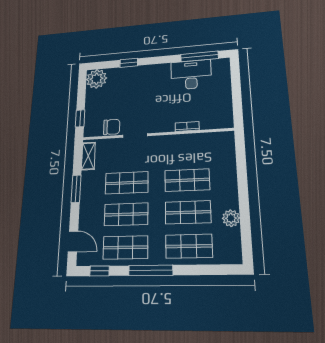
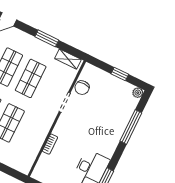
window: (129, 63) -> (131, 127), width x2.17
plant: (97, 79) -> (138, 93), width x0.53, depth x0.53
window: (80, 118) -> (120, 74), moved

